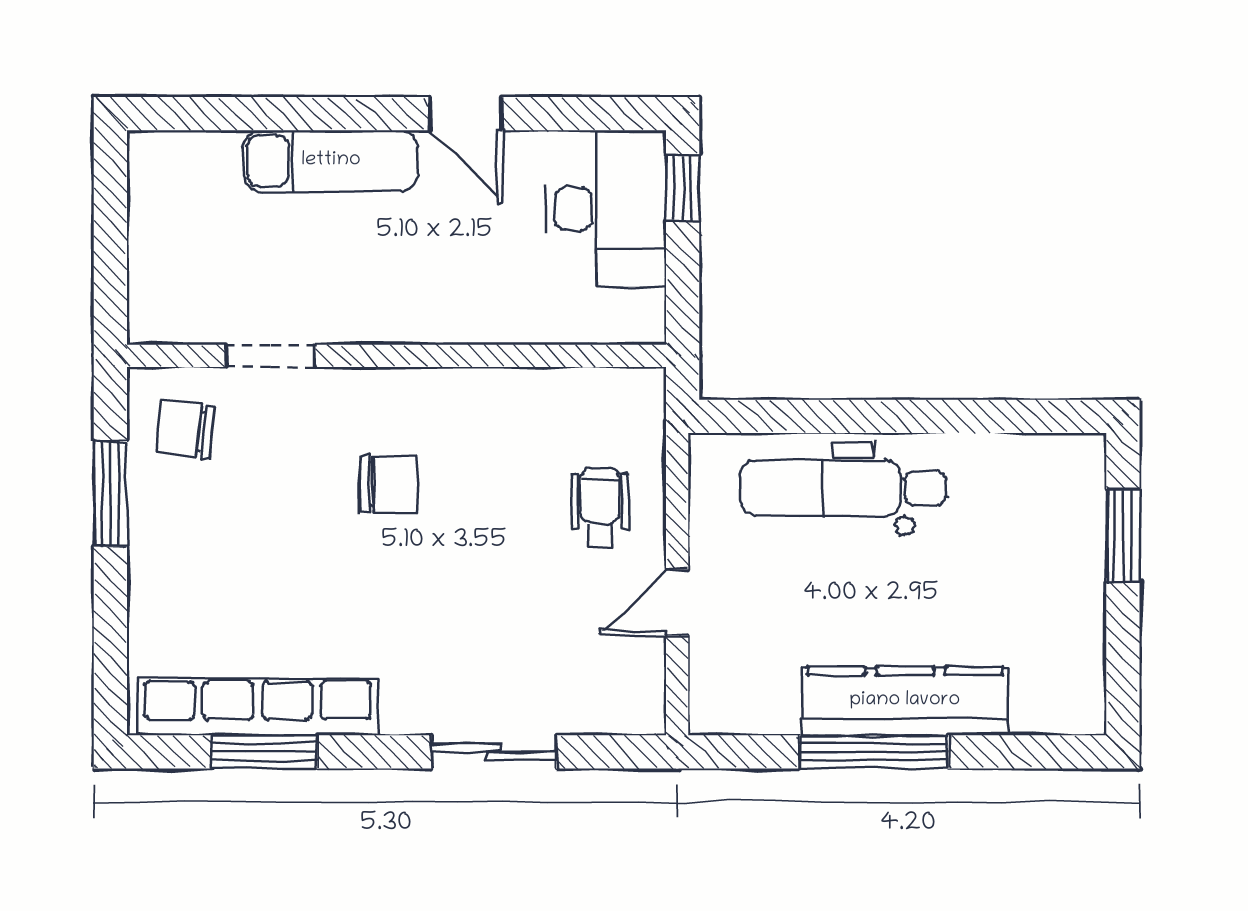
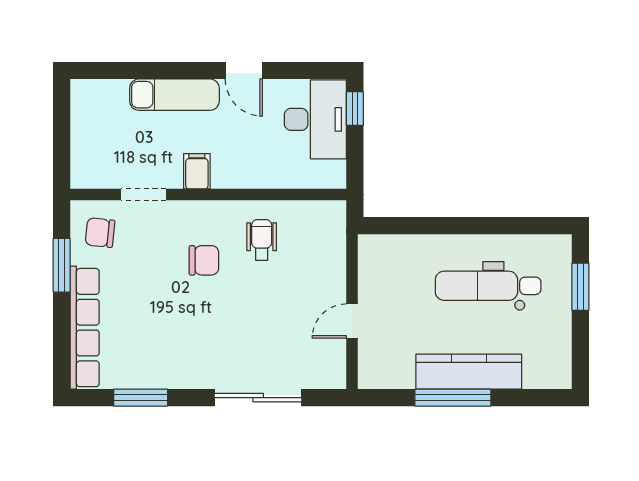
filing cabinet: (375, 310) -> (197, 171), added
dental chair: (843, 488) -> (488, 286), moved
wheelchair: (600, 507) -> (262, 240), moved
row of seats: (258, 707) -> (85, 328), moved, turned 90
sliding door: (494, 752) -> (258, 398), width x1.37

